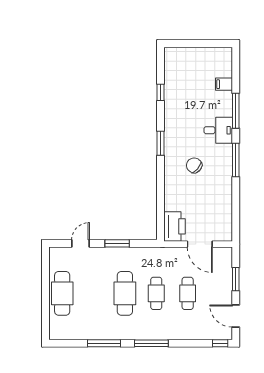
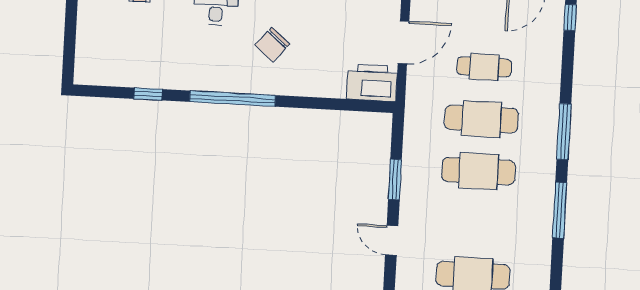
window: (160, 143) -> (233, 99), width x2.11
cafe table: (156, 293) -> (481, 119), width x1.37, depth x1.35

